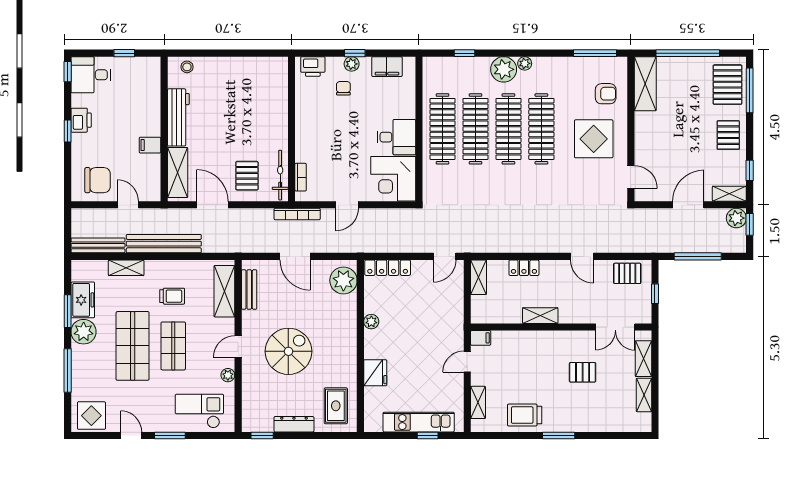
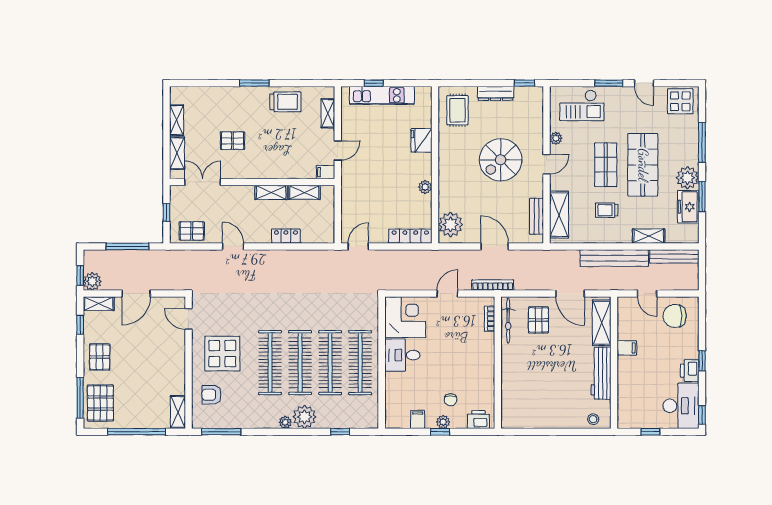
filing cabinet: (387, 67) -> (418, 419), width x0.50
desk: (91, 75) -> (681, 406), width x1.37
shelving: (645, 84) -> (178, 412), width x0.67, depth x0.75
shelving: (478, 277) -> (304, 192), moved, turned 90

